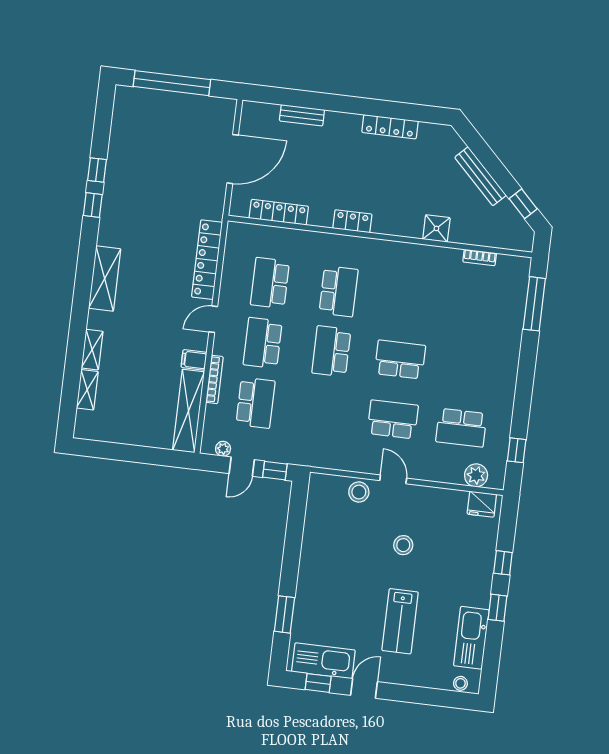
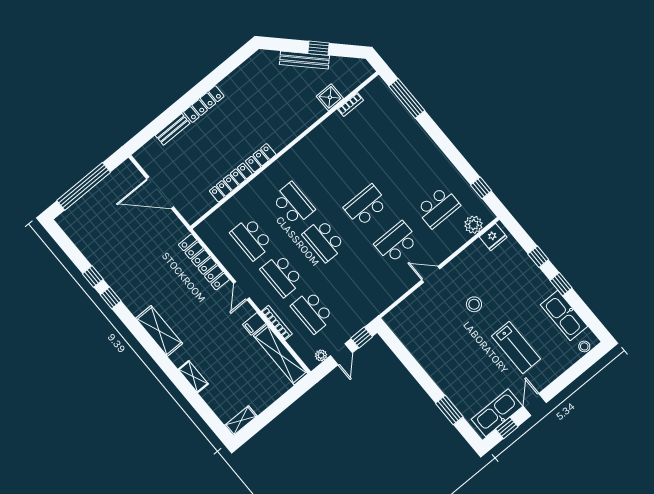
locker: (390, 127) -> (204, 104), moved
door: (233, 159) -> (160, 193), swing flipped
window: (523, 204) -> (319, 48), moved
locker: (279, 212) -> (231, 183), moved
shower: (436, 228) -> (330, 97), moved
shelving: (87, 390) -> (241, 421), moved, turned 90
school desk: (255, 403) -> (312, 312), turned 180
stool: (359, 492) -> (419, 301), removed

